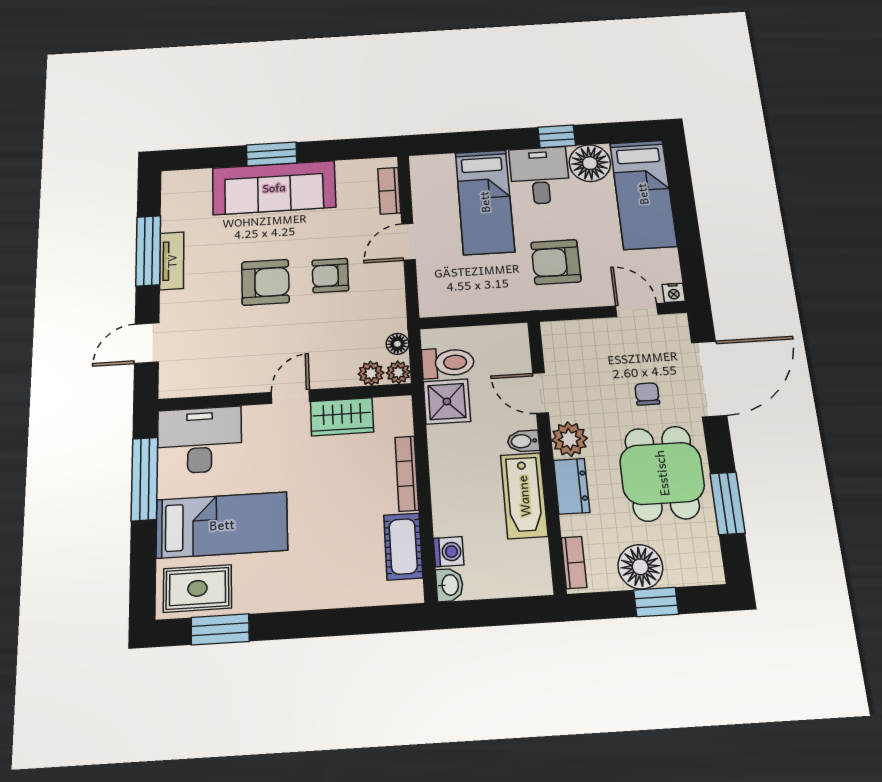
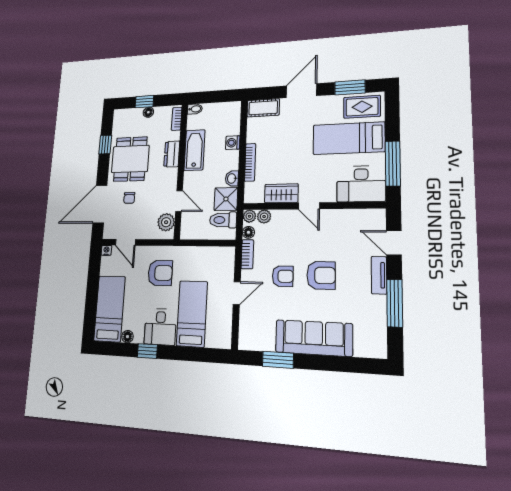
window: (272, 154) -> (278, 360), moved
floor lamp: (590, 163) -> (127, 337), width x0.53, depth x0.53
bookcase: (389, 191) -> (247, 254), moved
tv unit: (172, 261) -> (379, 275), moved
armchair: (265, 282) -> (321, 275), turned 180
door: (147, 343) -> (394, 243), swing flipped
door: (291, 397) -> (309, 206), hinge flipped
plant: (569, 439) -> (166, 222), moved
bidet: (523, 441) -> (195, 109), moved
window: (727, 503) -> (105, 145), width x0.67
cot: (403, 546) -> (263, 108), moved, turned 90
washing machine: (449, 552) -> (233, 143), moved
floor lamp: (640, 567) -> (148, 112), width x0.53, depth x0.53
washbasin: (449, 585) -> (232, 178), moved
door: (315, 623) -> (301, 91), added

